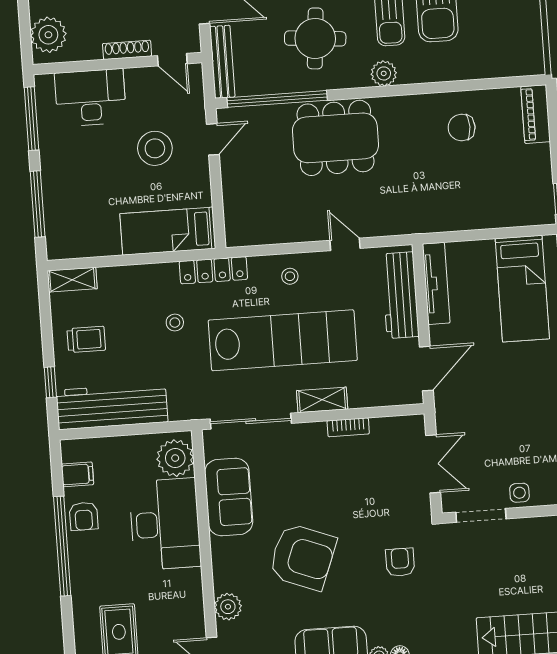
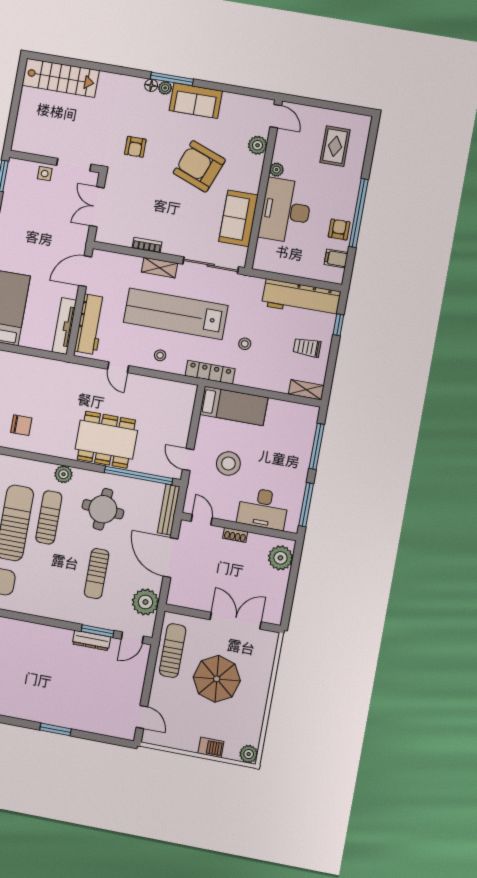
shoe rack: (127, 50) -> (235, 535), width x0.70
door: (213, 139) -> (188, 460), hinge flipped
plant: (175, 458) -> (277, 170), moved, width x0.53, depth x0.53

